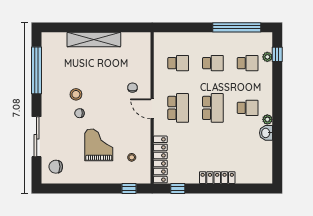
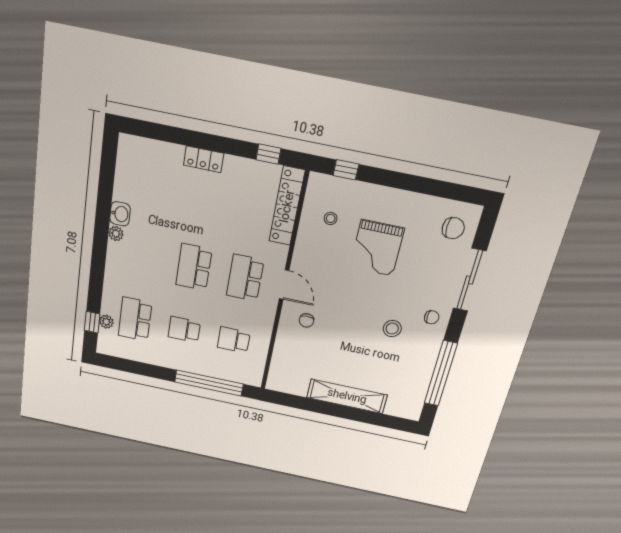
window: (237, 27) -> (209, 383), moved
school desk: (248, 63) -> (135, 319), width x1.85
school desk: (248, 108) -> (143, 256), removed
chair: (79, 113) -> (432, 317), moved
locker: (217, 178) -> (204, 159), width x0.66

